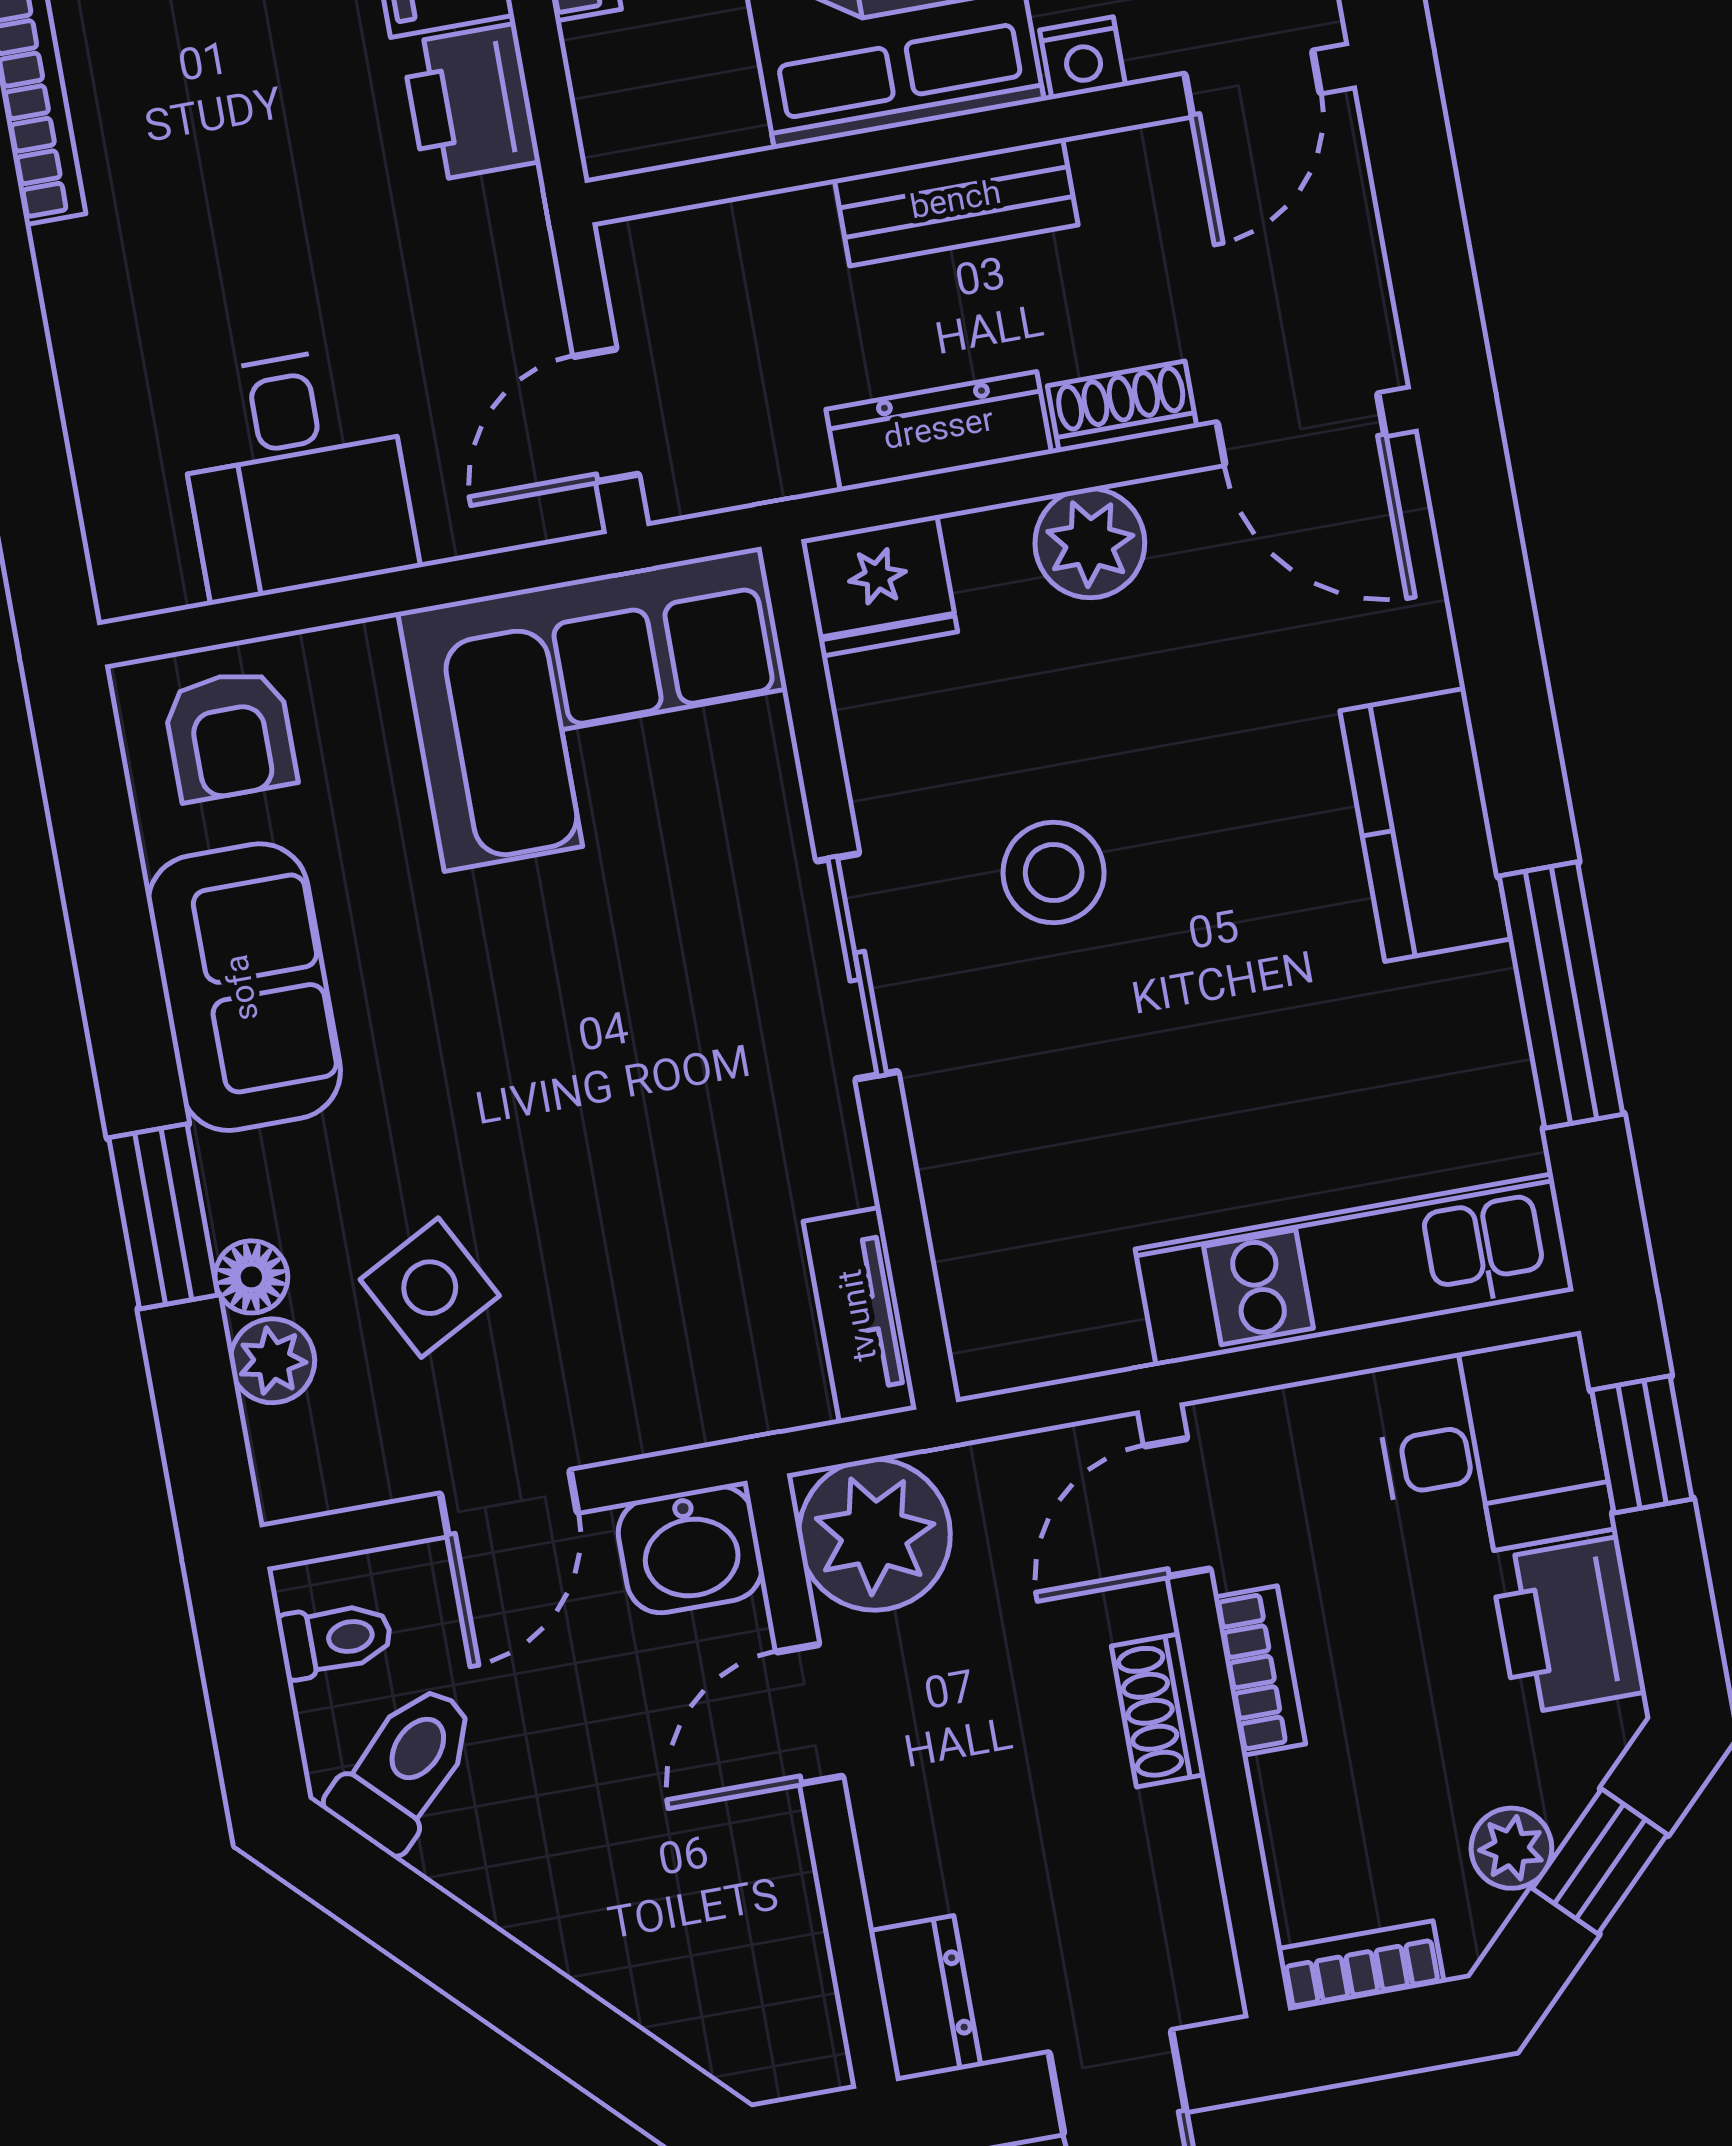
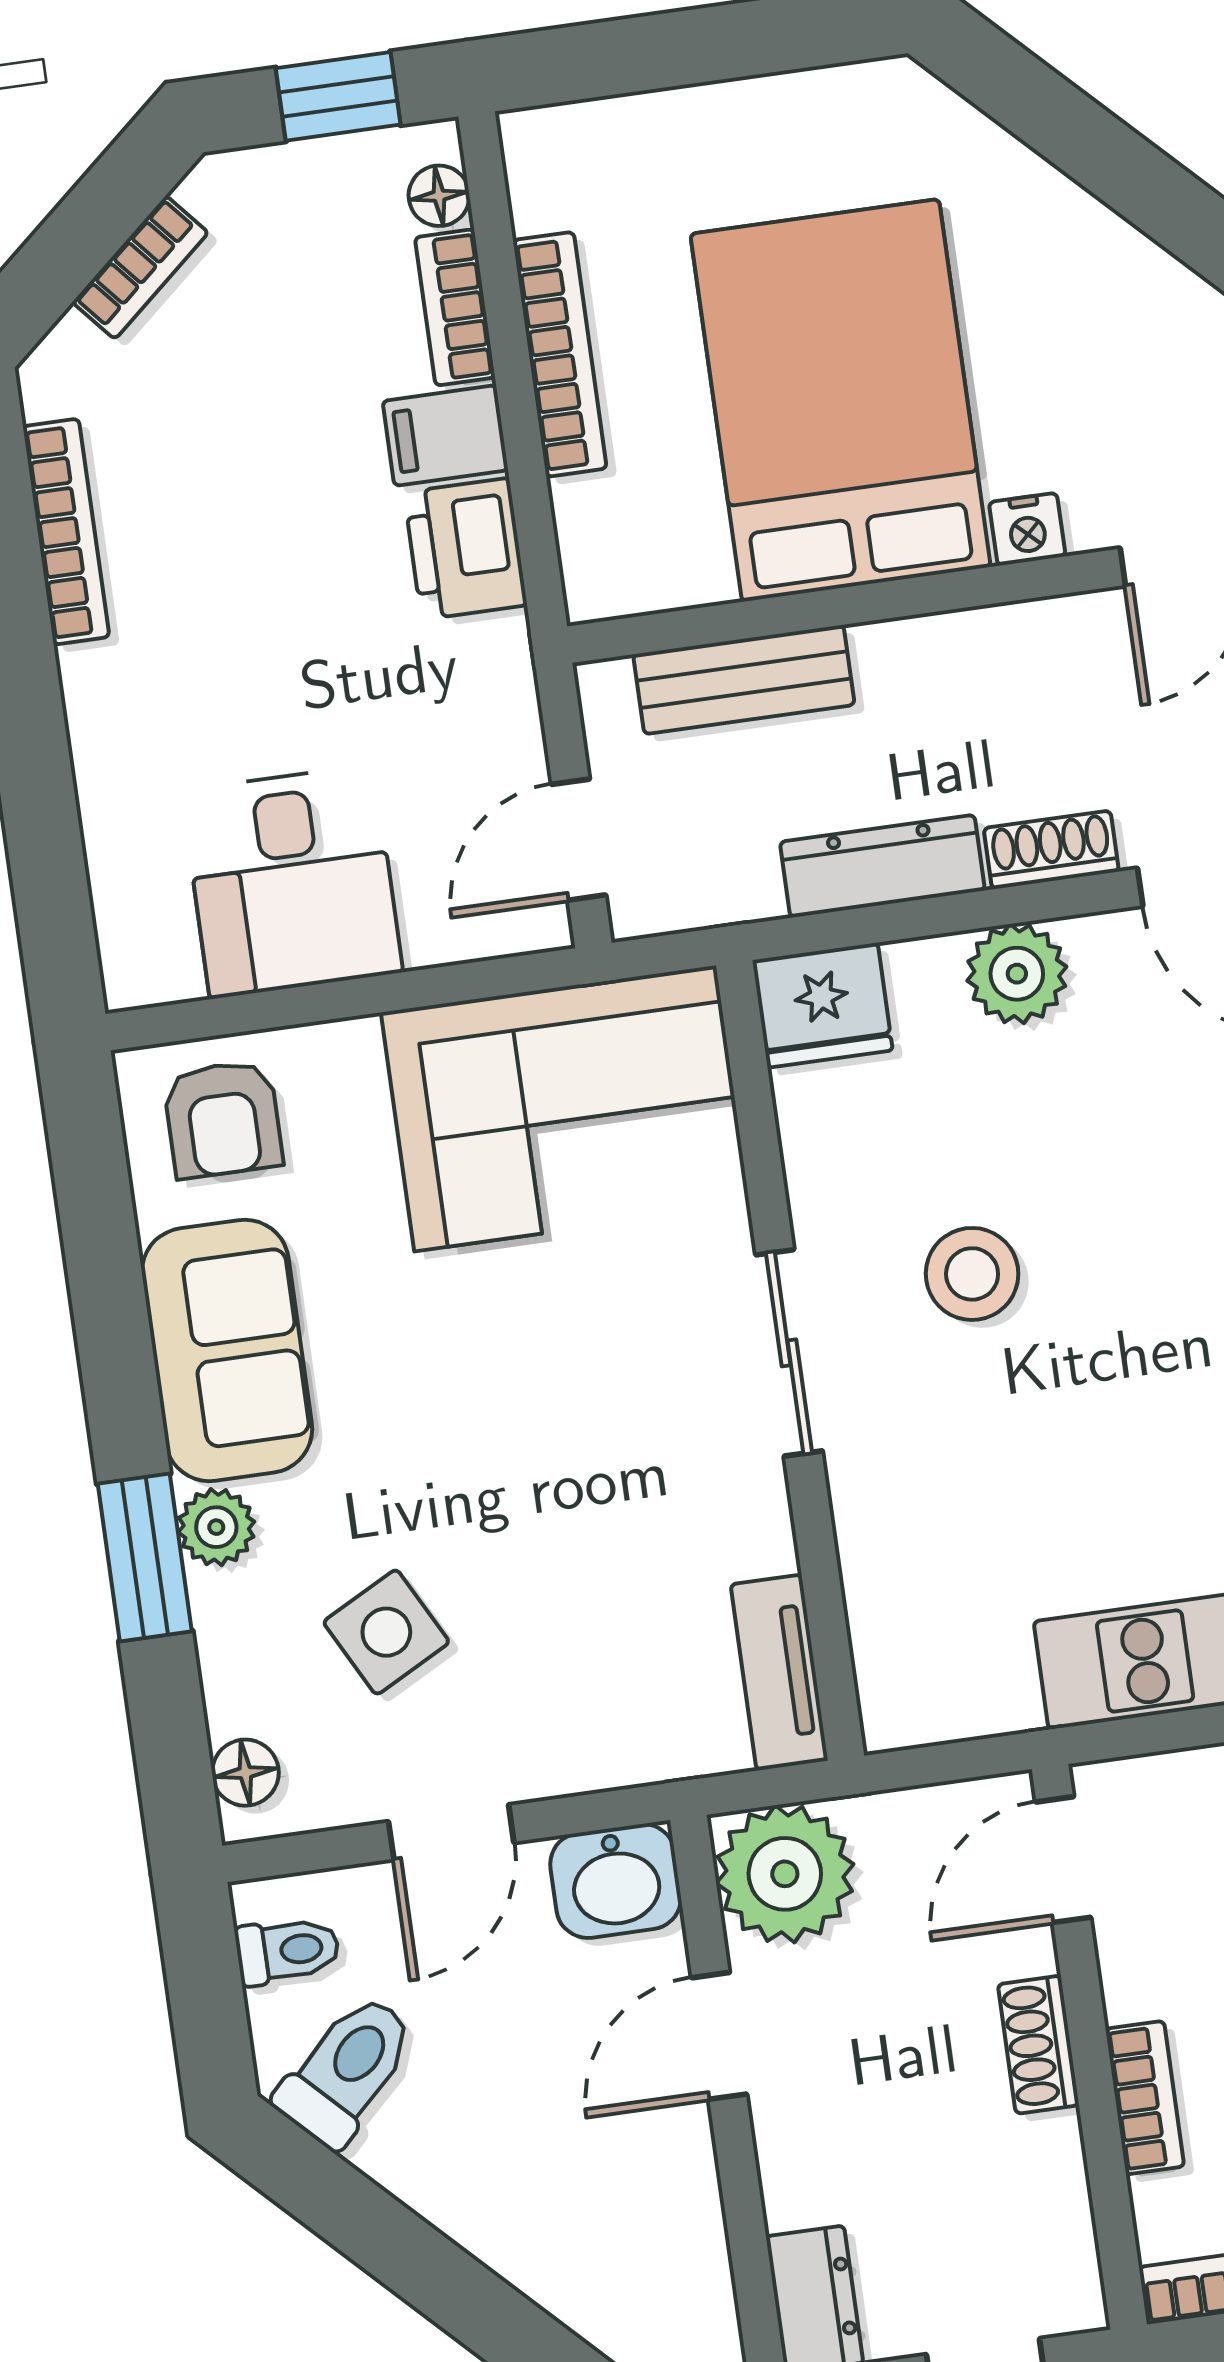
bench: (956, 202) -> (744, 680), moved
floor lamp: (251, 1277) -> (245, 1773), moved
plant: (272, 1361) -> (216, 1527), moved
bookcase: (1260, 1671) -> (1145, 2098), moved

